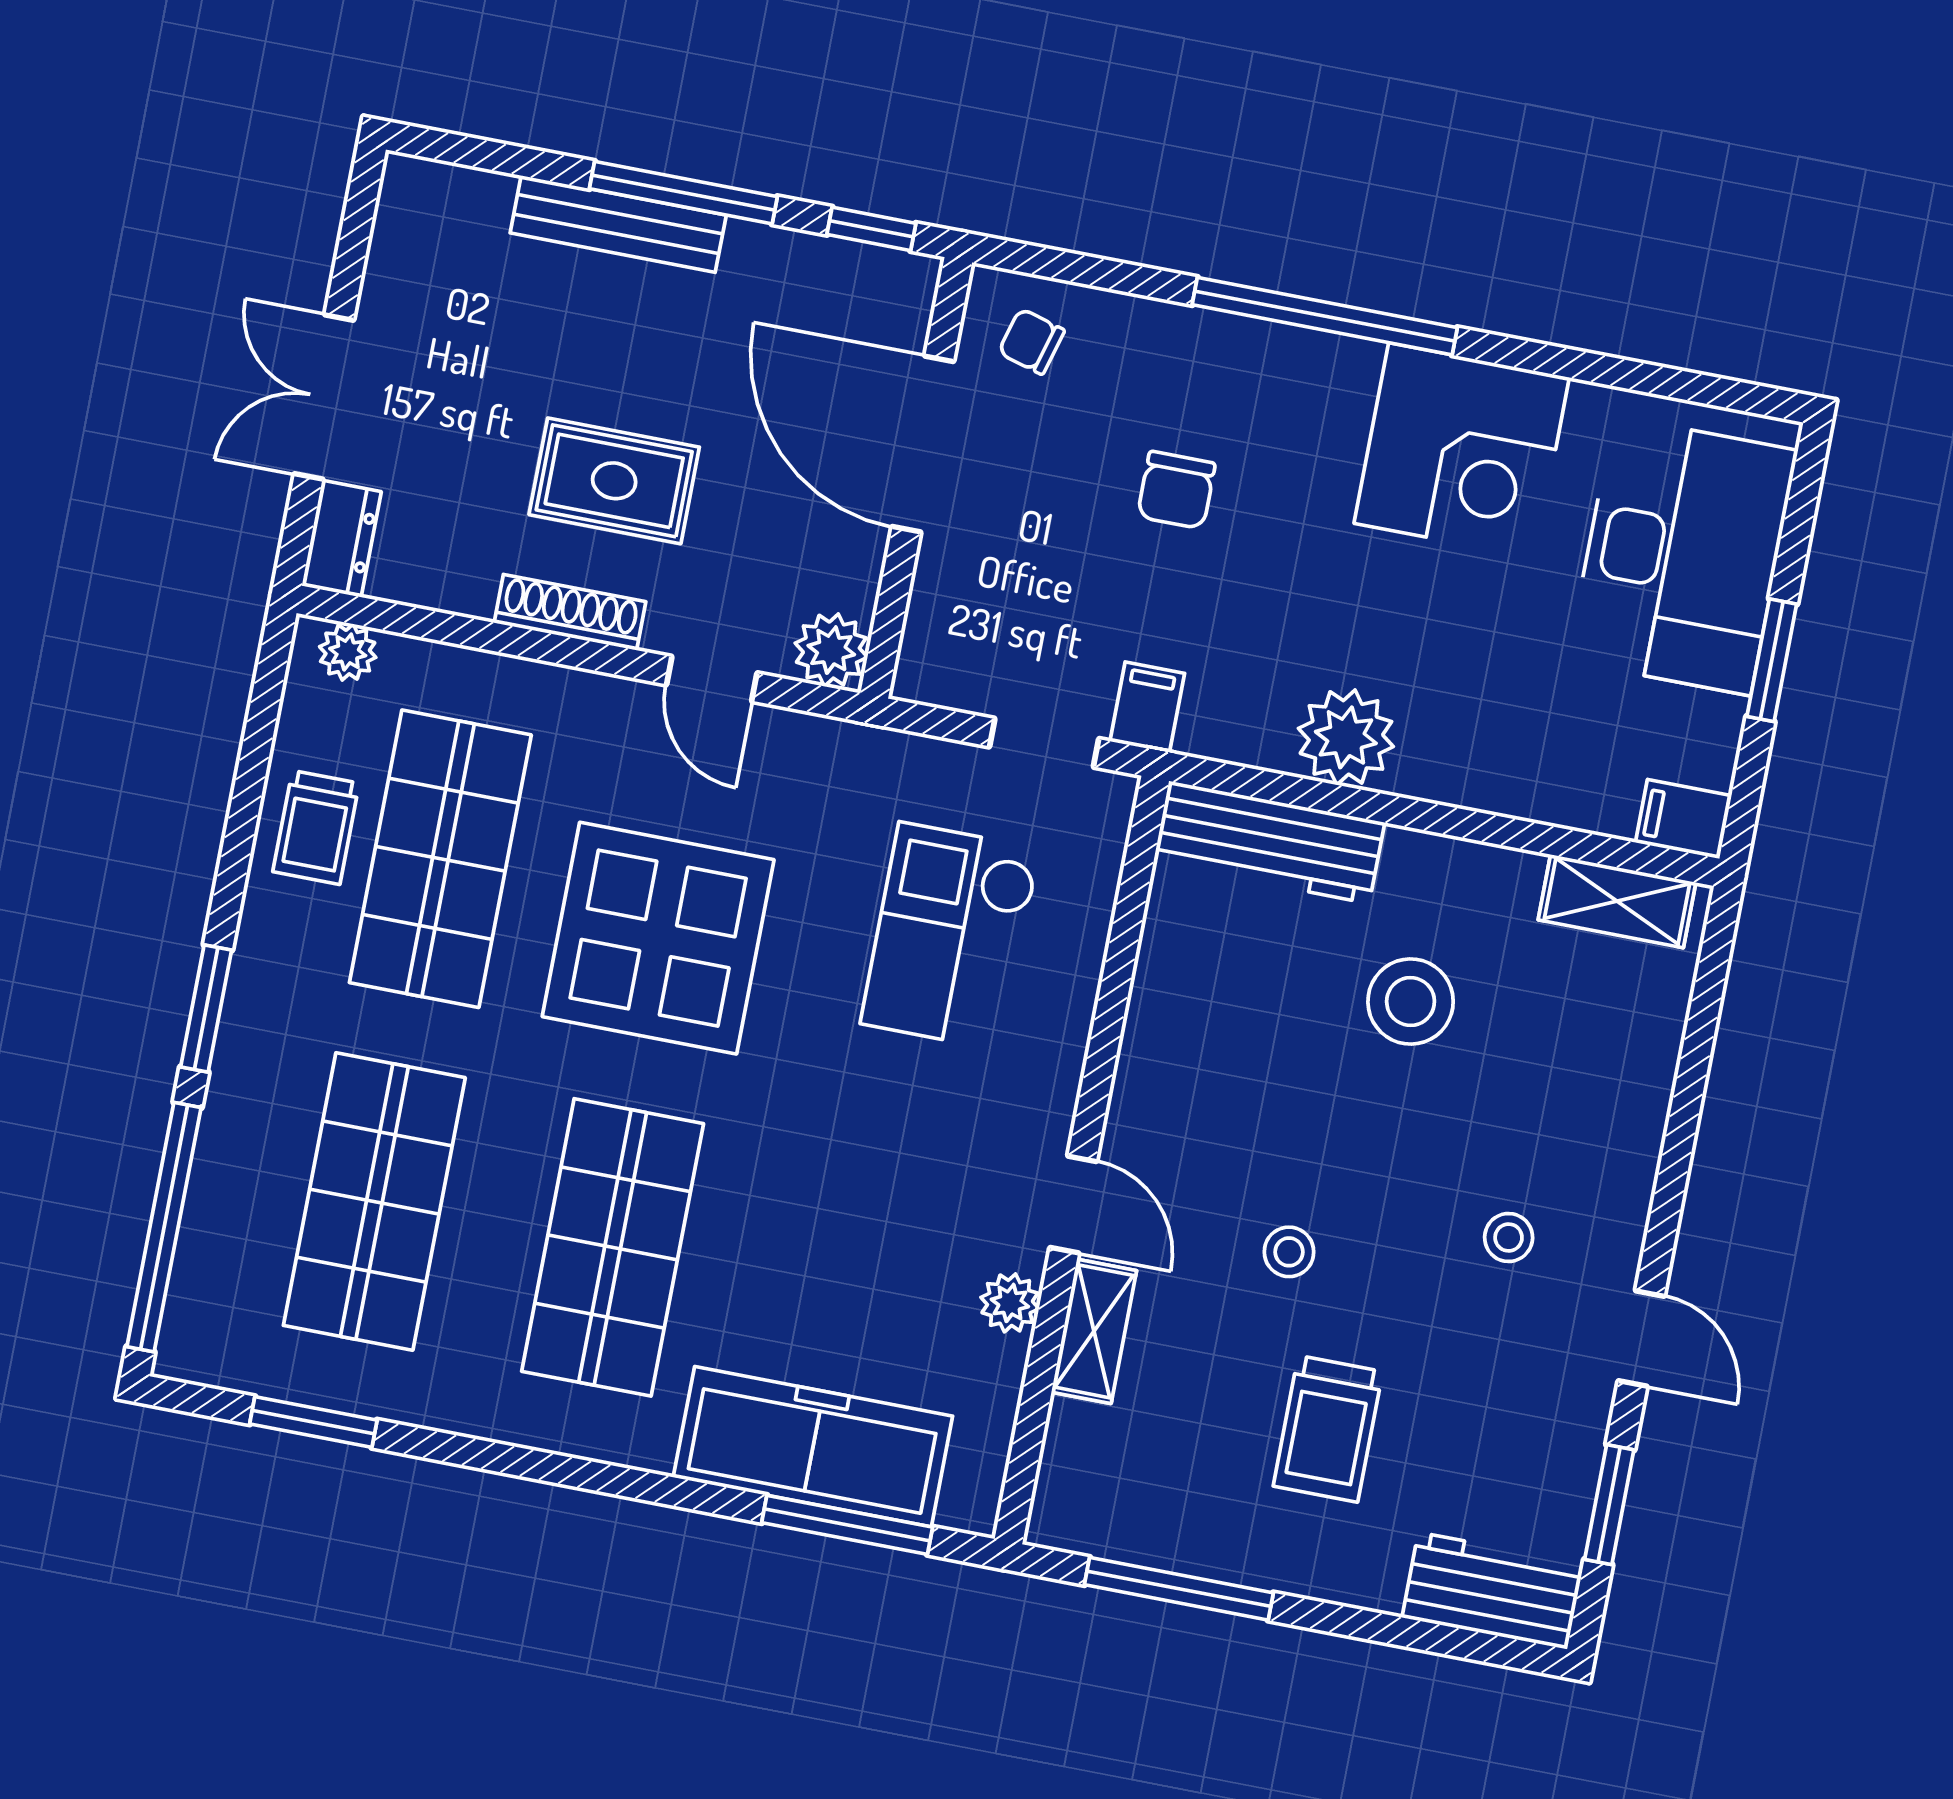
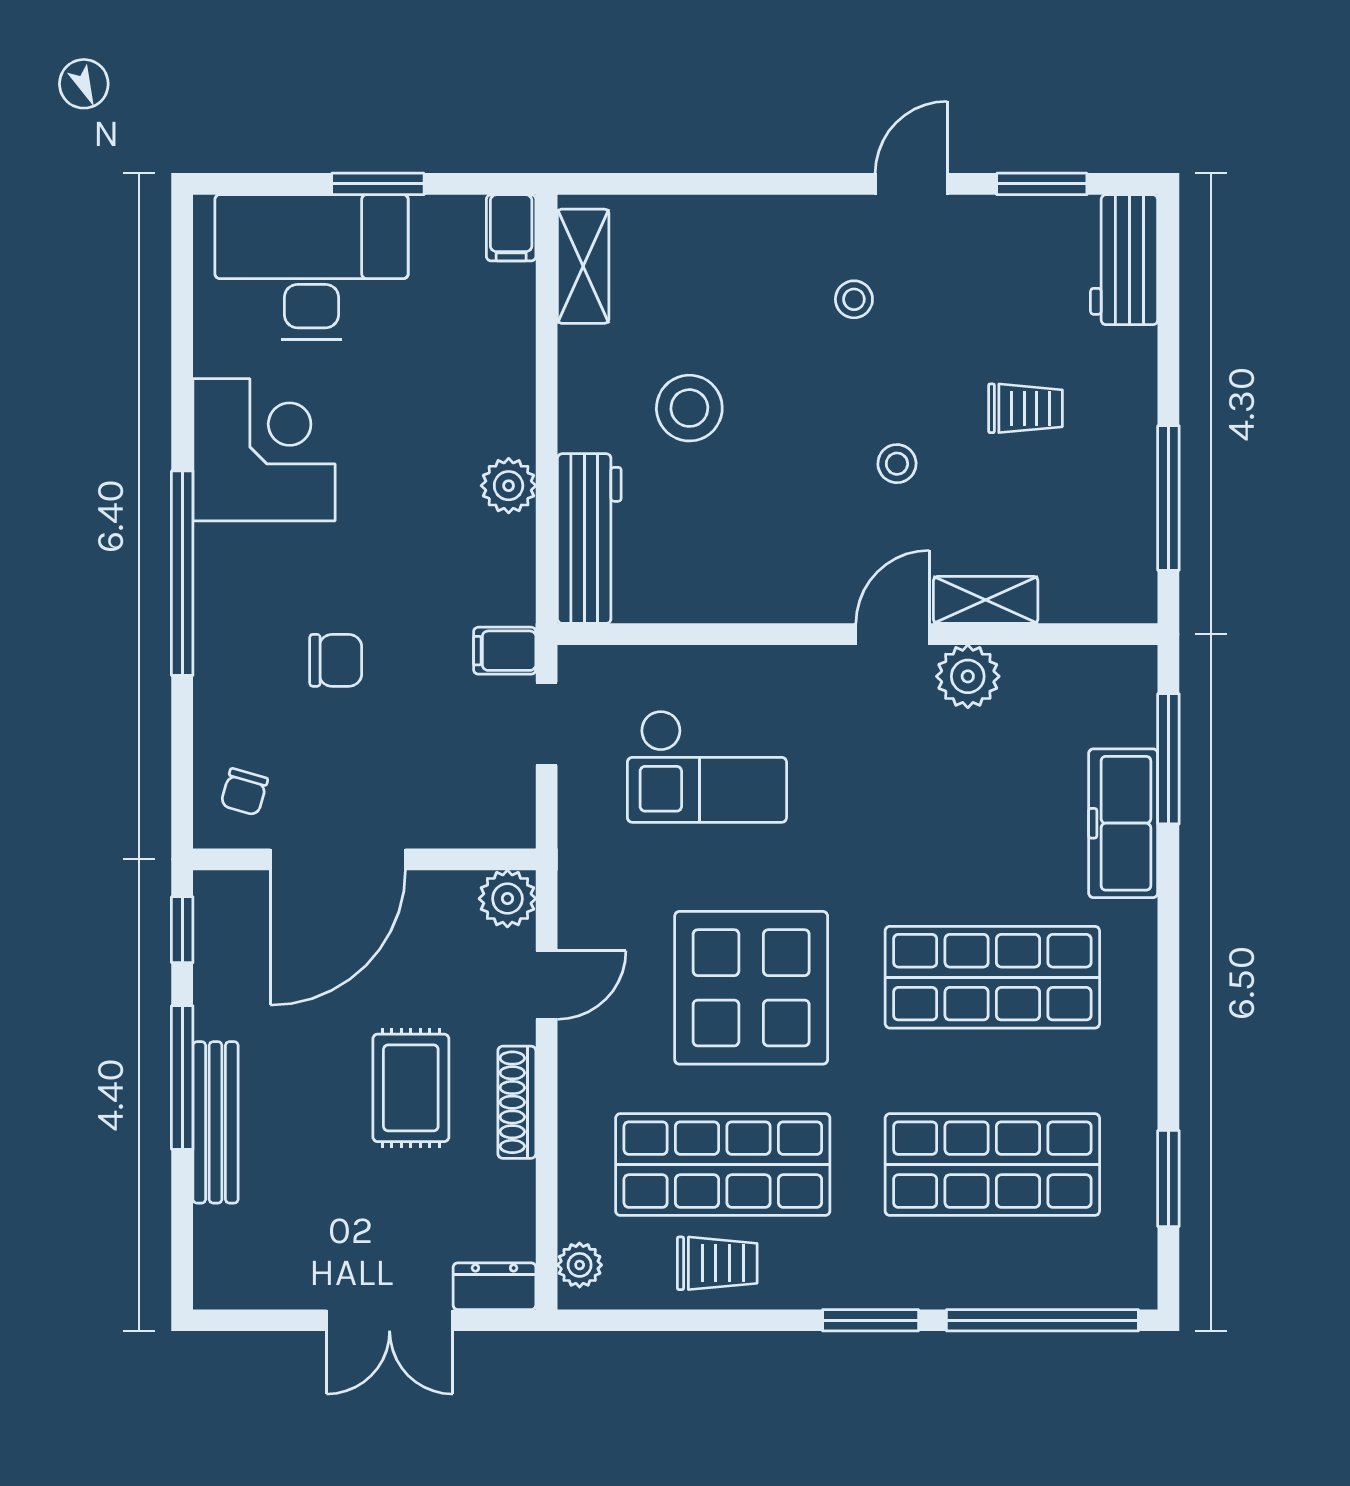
plant: (1346, 737) -> (509, 486), width x0.73, depth x0.73
plant: (1010, 1303) -> (968, 676), width x1.38, depth x1.38
trolley: (1328, 1429) -> (1025, 408), width x0.73, depth x0.72
freezer: (813, 1447) -> (1123, 823), width x0.73, depth x0.79

